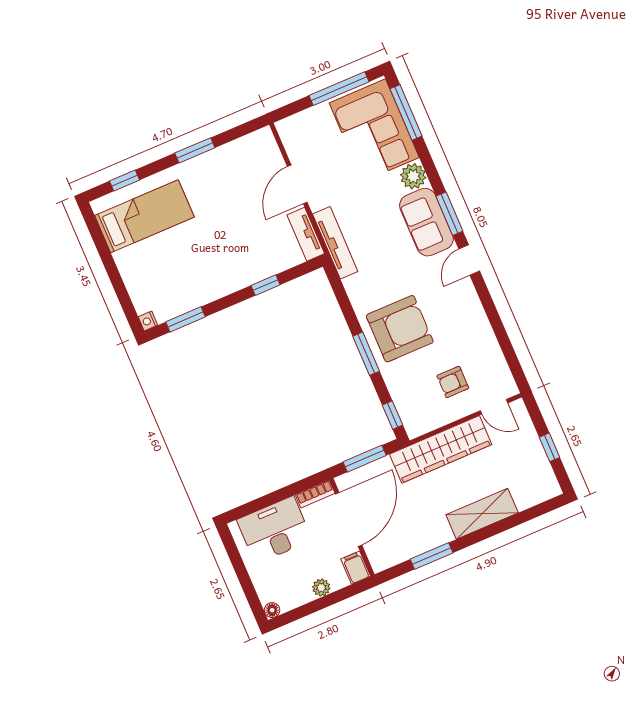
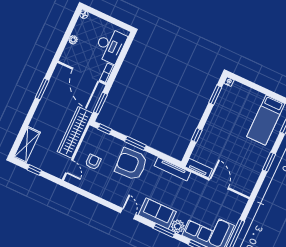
window: (449, 214) -> (164, 230), moved
tv unit: (335, 243) -> (173, 169), moved
armchair: (400, 329) -> (131, 164), turned 87
door: (494, 407) -> (69, 167), swing flipped
shelving: (482, 514) -> (27, 145), moved
filing cabinet: (356, 568) -> (67, 59), removed

